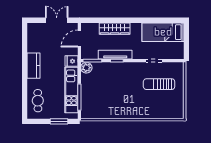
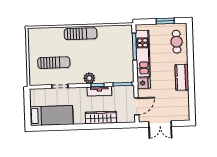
tv unit: (115, 55) -> (99, 91), width x0.71
plant: (86, 68) -> (89, 78), moved
sun lounger: (132, 112) -> (81, 34), added
window: (59, 121) -> (165, 21), moved

